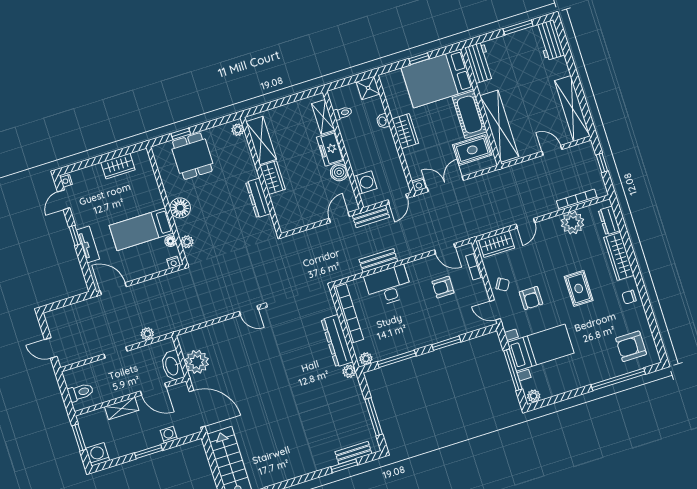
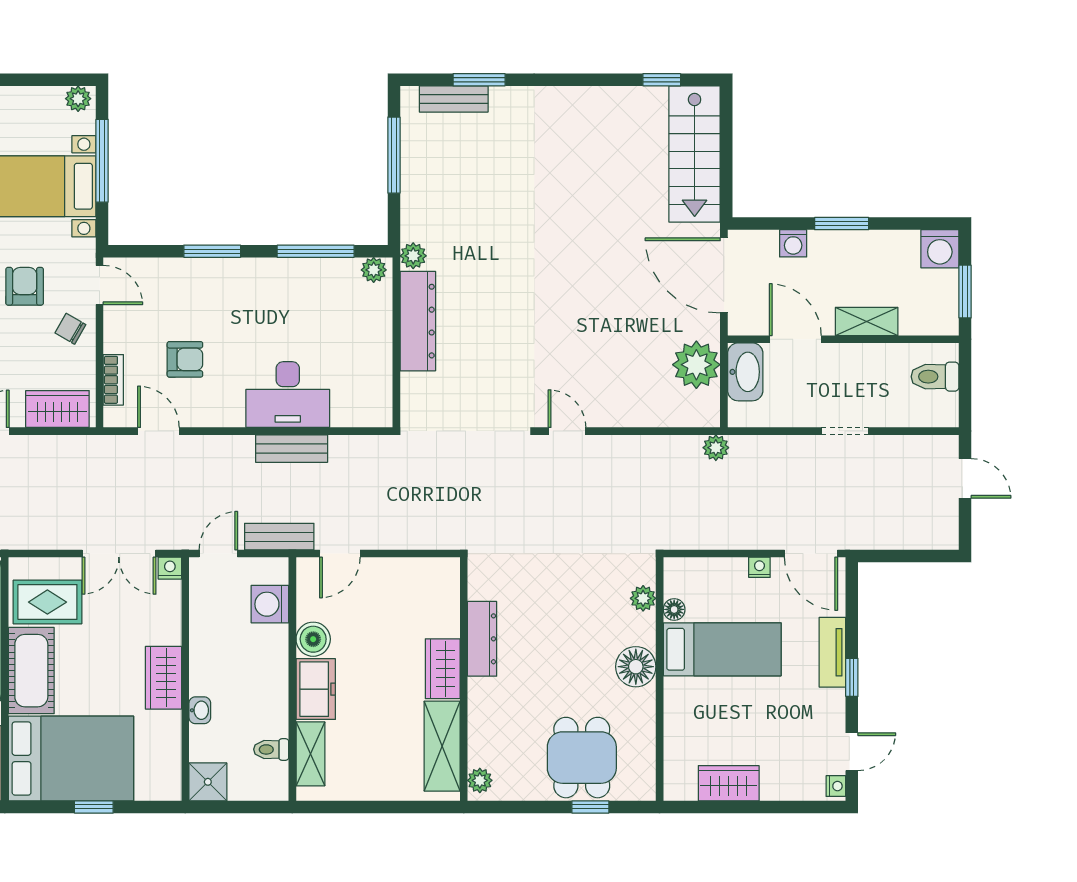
nightstand: (173, 262) -> (759, 567), moved
bookcase: (349, 314) -> (380, 366), removed
plant: (147, 334) -> (716, 448), moved

